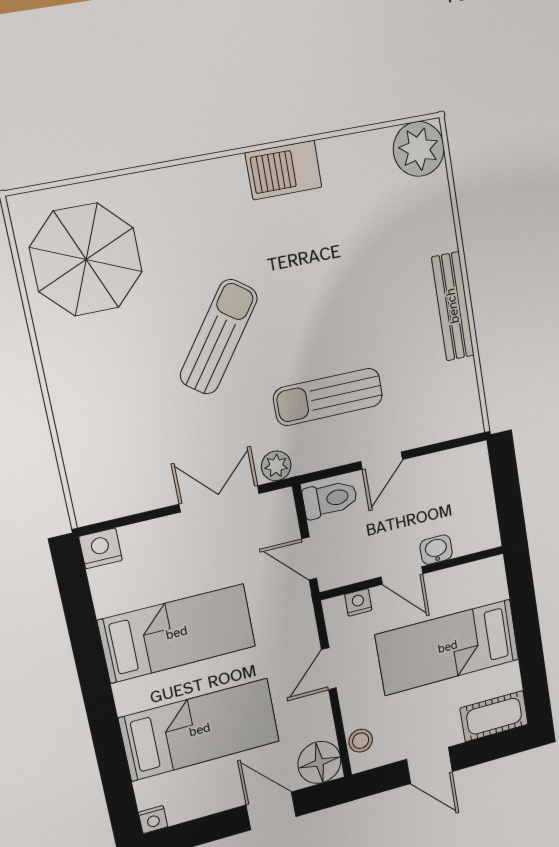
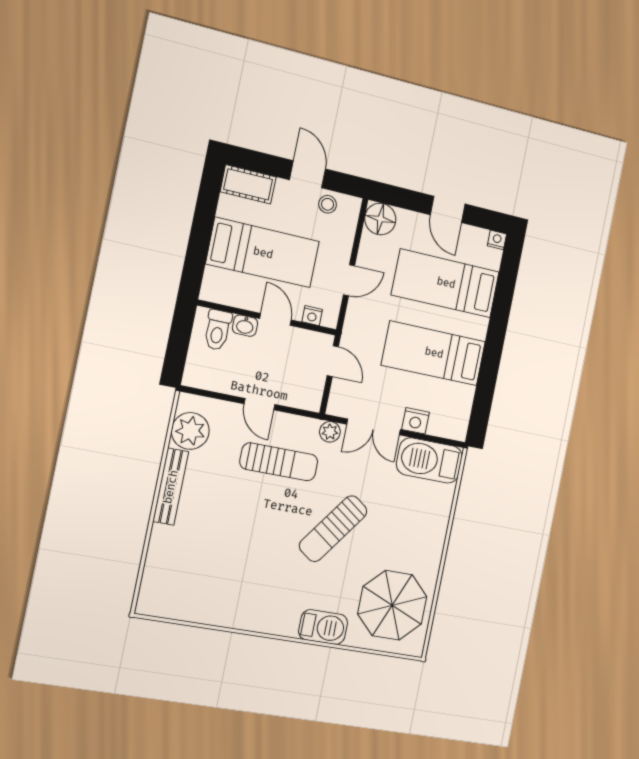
plant: (419, 149) -> (190, 431), moved
barbecue: (284, 170) -> (323, 627), moved
door: (382, 461) -> (259, 404), swing flipped
barbecue: (120, 489) -> (429, 460), added
toilet: (330, 499) -> (218, 330), moved, turned -90
nightstand: (101, 548) -> (416, 421), moved
stool: (361, 741) -> (328, 204), moved
door: (271, 811) -> (448, 209), moved

